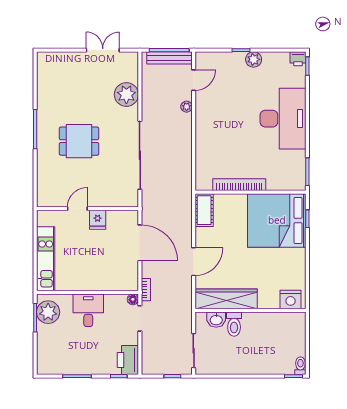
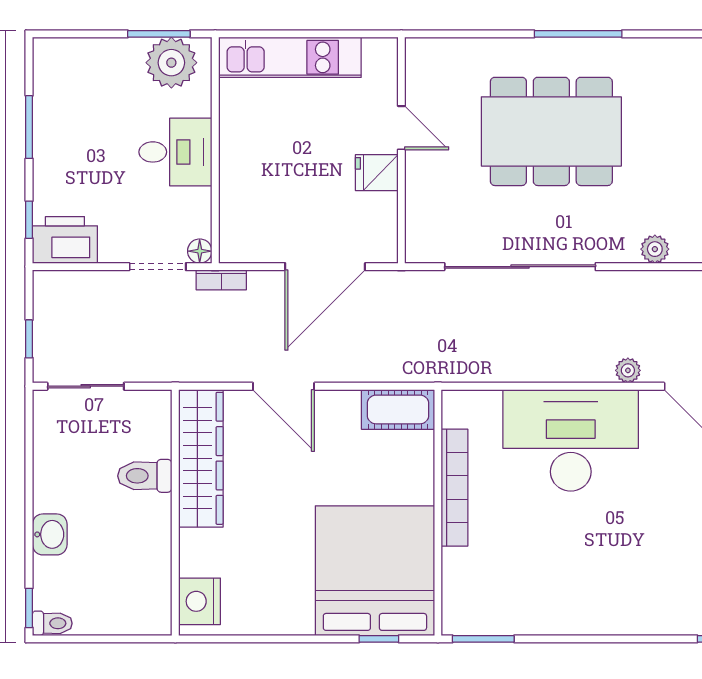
plant: (126, 95) -> (655, 249), width x0.53, depth x0.53
desk: (283, 119) -> (571, 440), moved, turned 180
dining table: (79, 141) -> (551, 131), width x1.88, depth x1.24
washbasin: (216, 320) -> (50, 534), moved, turned 180

